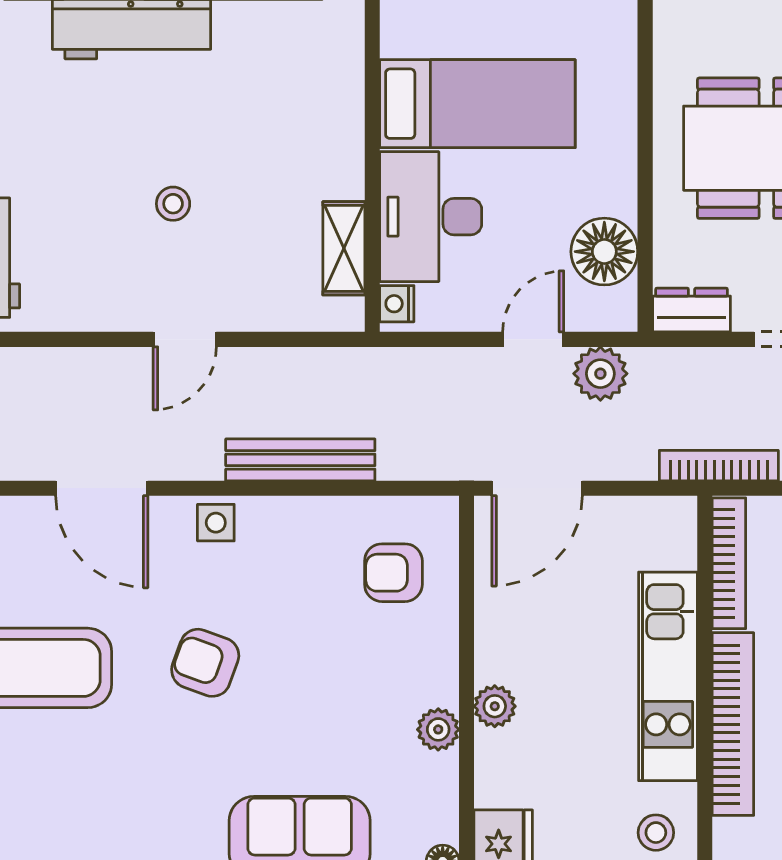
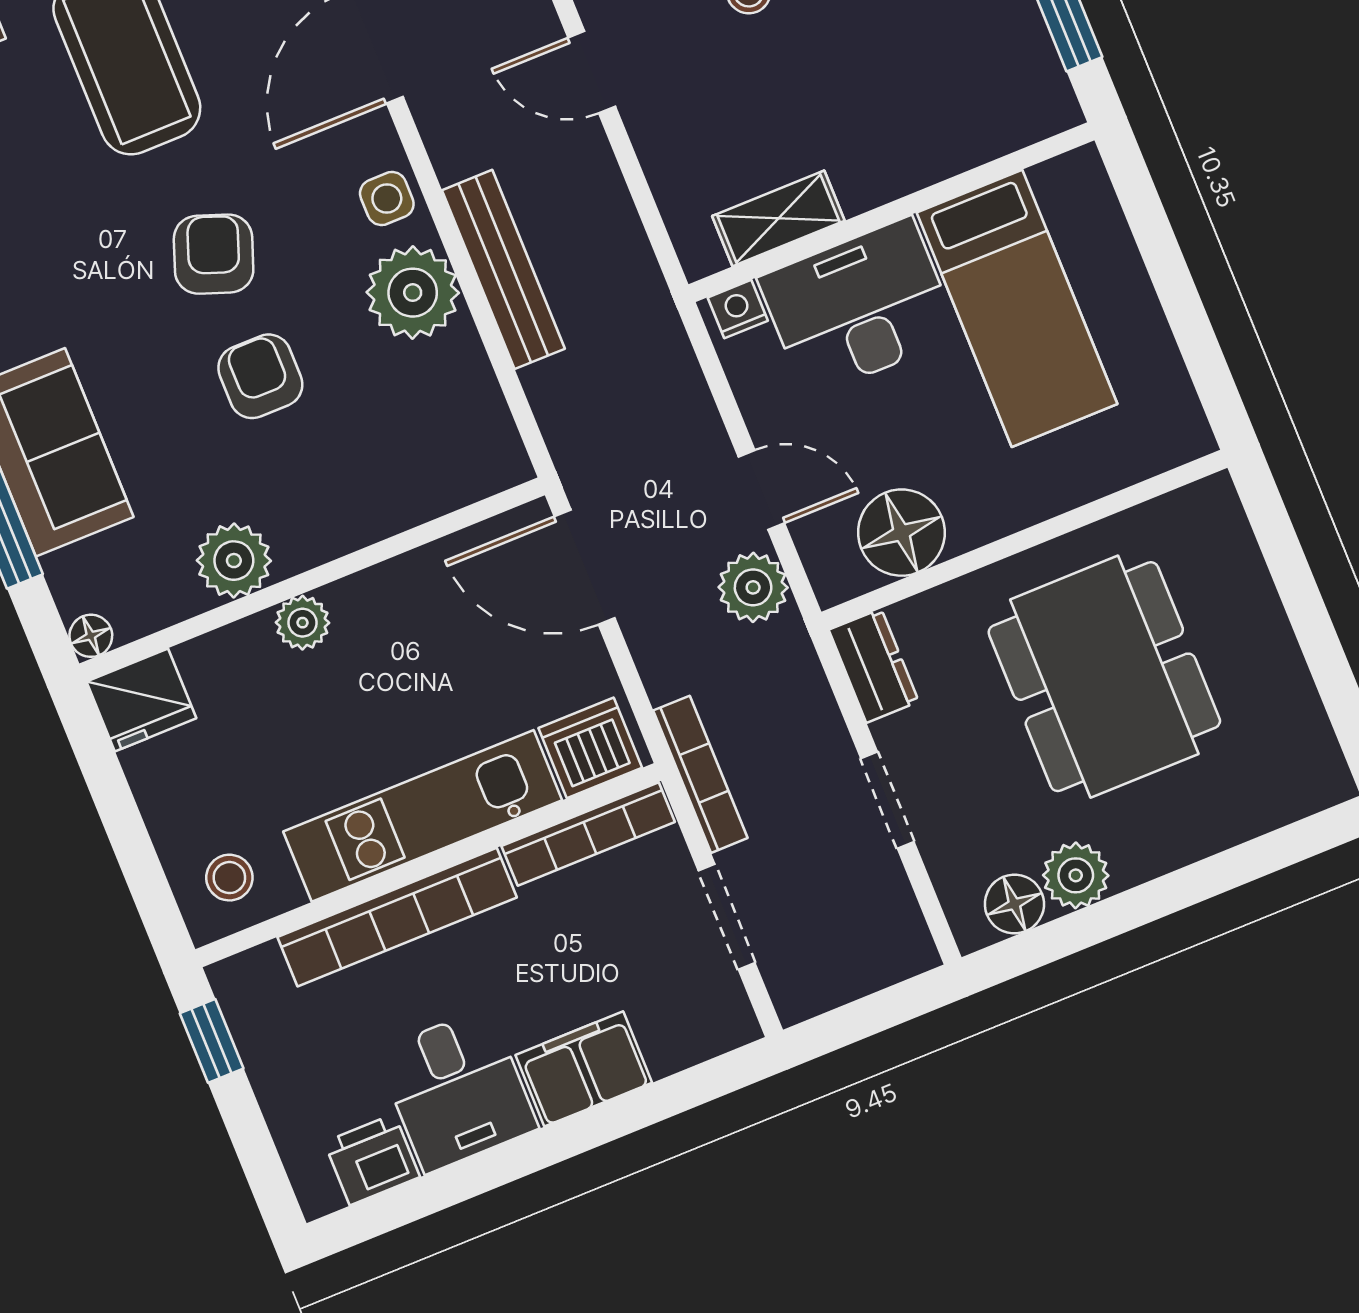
plant: (291, 531) -> (413, 293), added
dishwasher: (668, 537) -> (590, 748), added
armchair: (393, 573) -> (260, 376), moved
plant: (438, 729) -> (234, 561), width x1.38, depth x1.38

